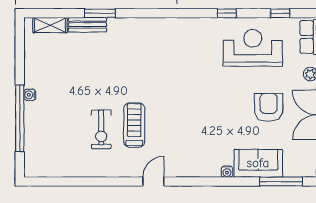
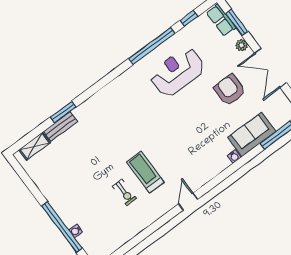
window: (227, 13) -> (152, 46), width x3.17
reception desk: (253, 48) -> (177, 72), moved
water cooler: (30, 95) -> (76, 231), moved
exercise bike: (101, 129) -> (124, 192), width x0.73, depth x0.72

